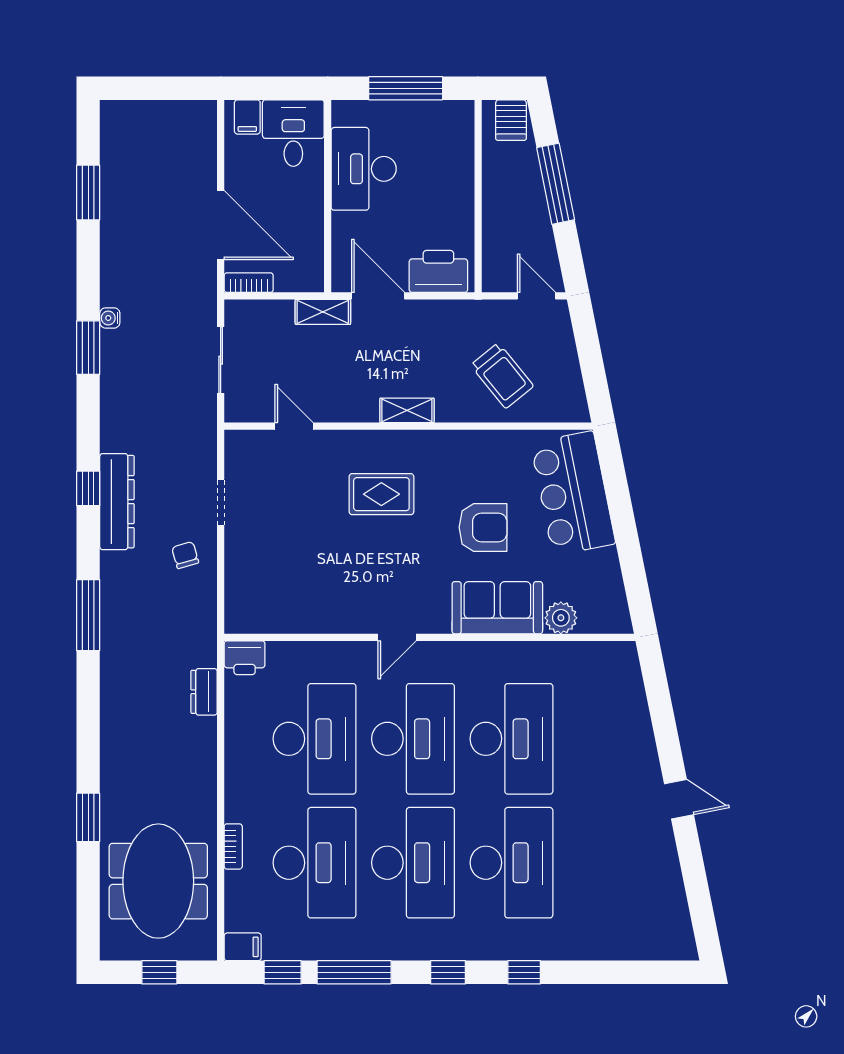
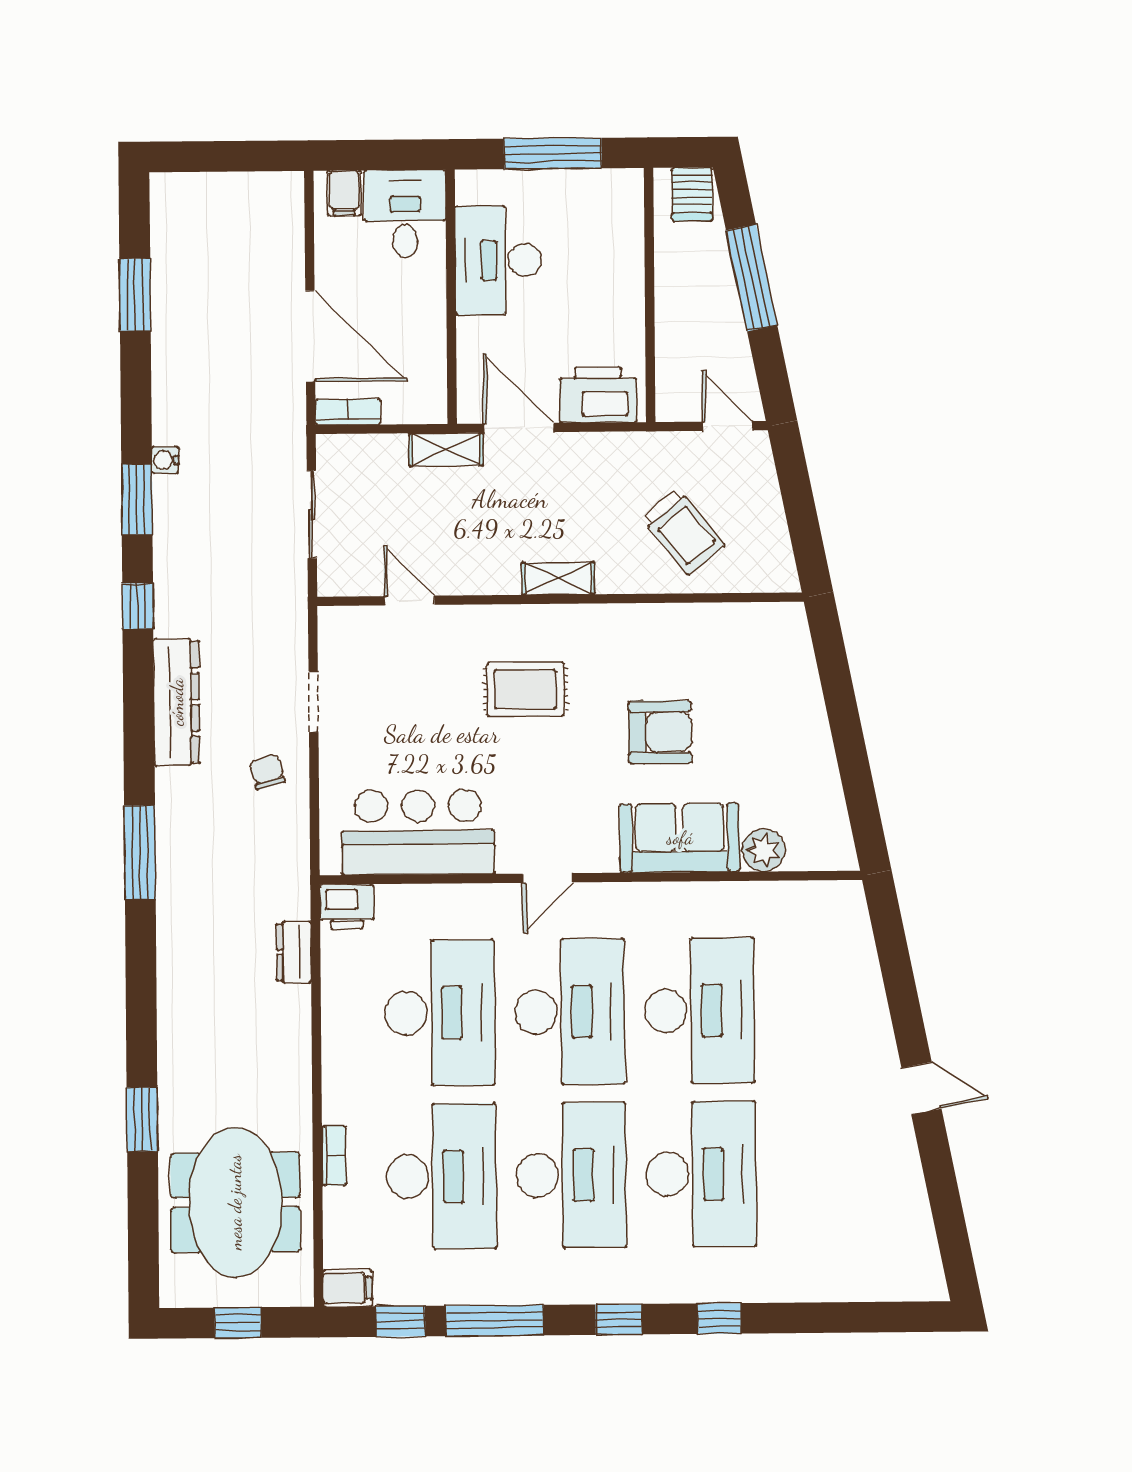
window: (88, 488) -> (138, 606), moved
bar counter: (573, 493) -> (418, 832), moved, turned 101

